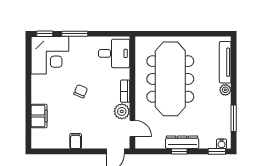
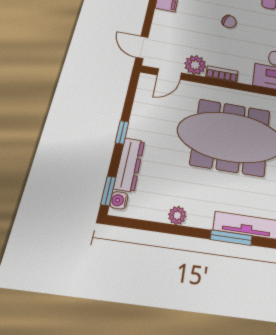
plant: (225, 90) -> (177, 215), moved
window: (234, 118) -> (231, 238), moved
dresser: (182, 142) -> (129, 165), moved

